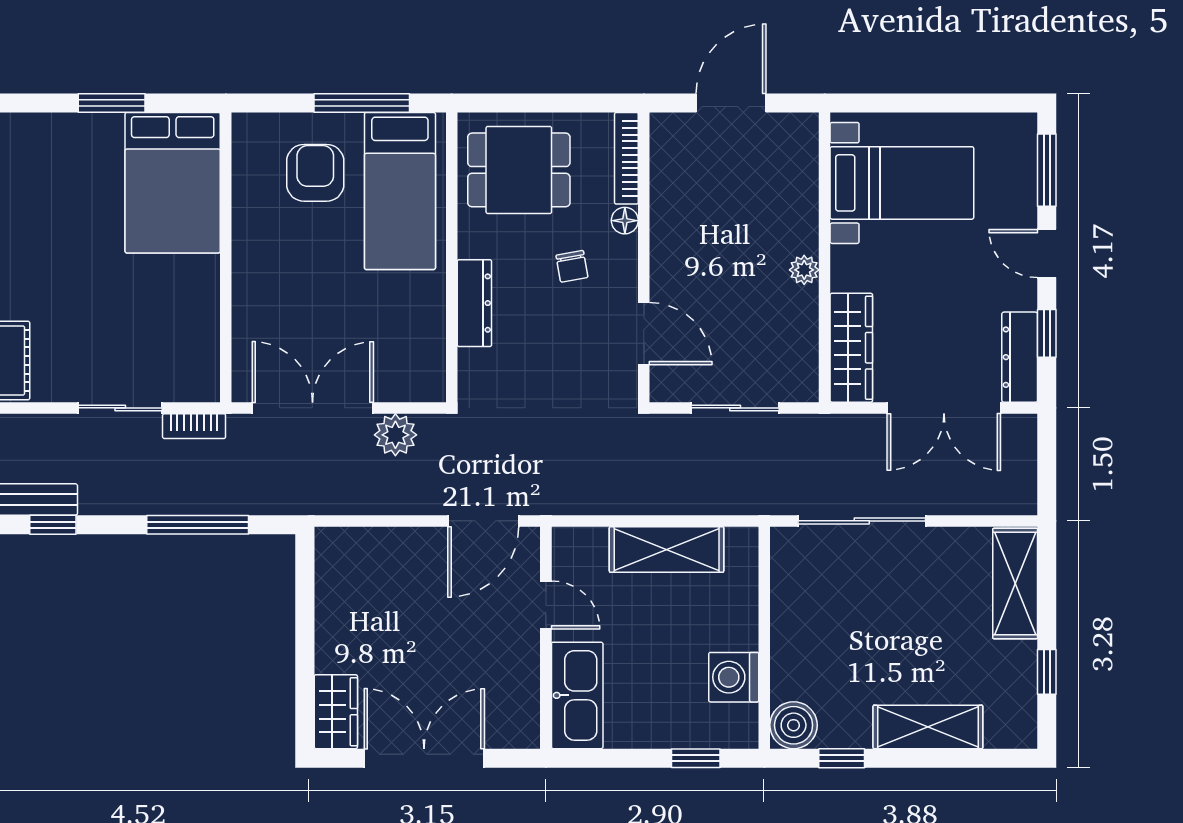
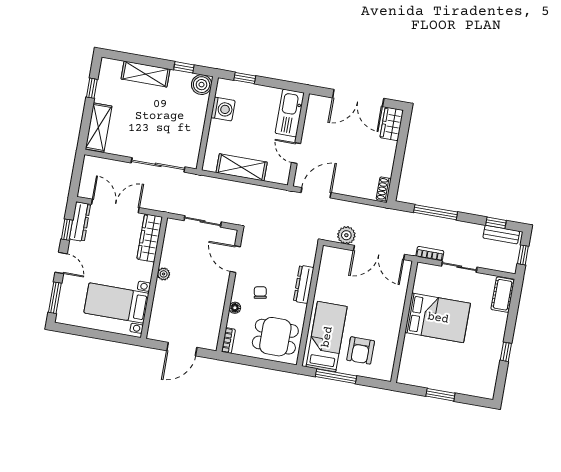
bookcase: (626, 158) -> (228, 341), width x0.64
bed: (173, 183) -> (438, 318), moved, turned 90
shoe rack: (328, 557) -> (384, 189), added

